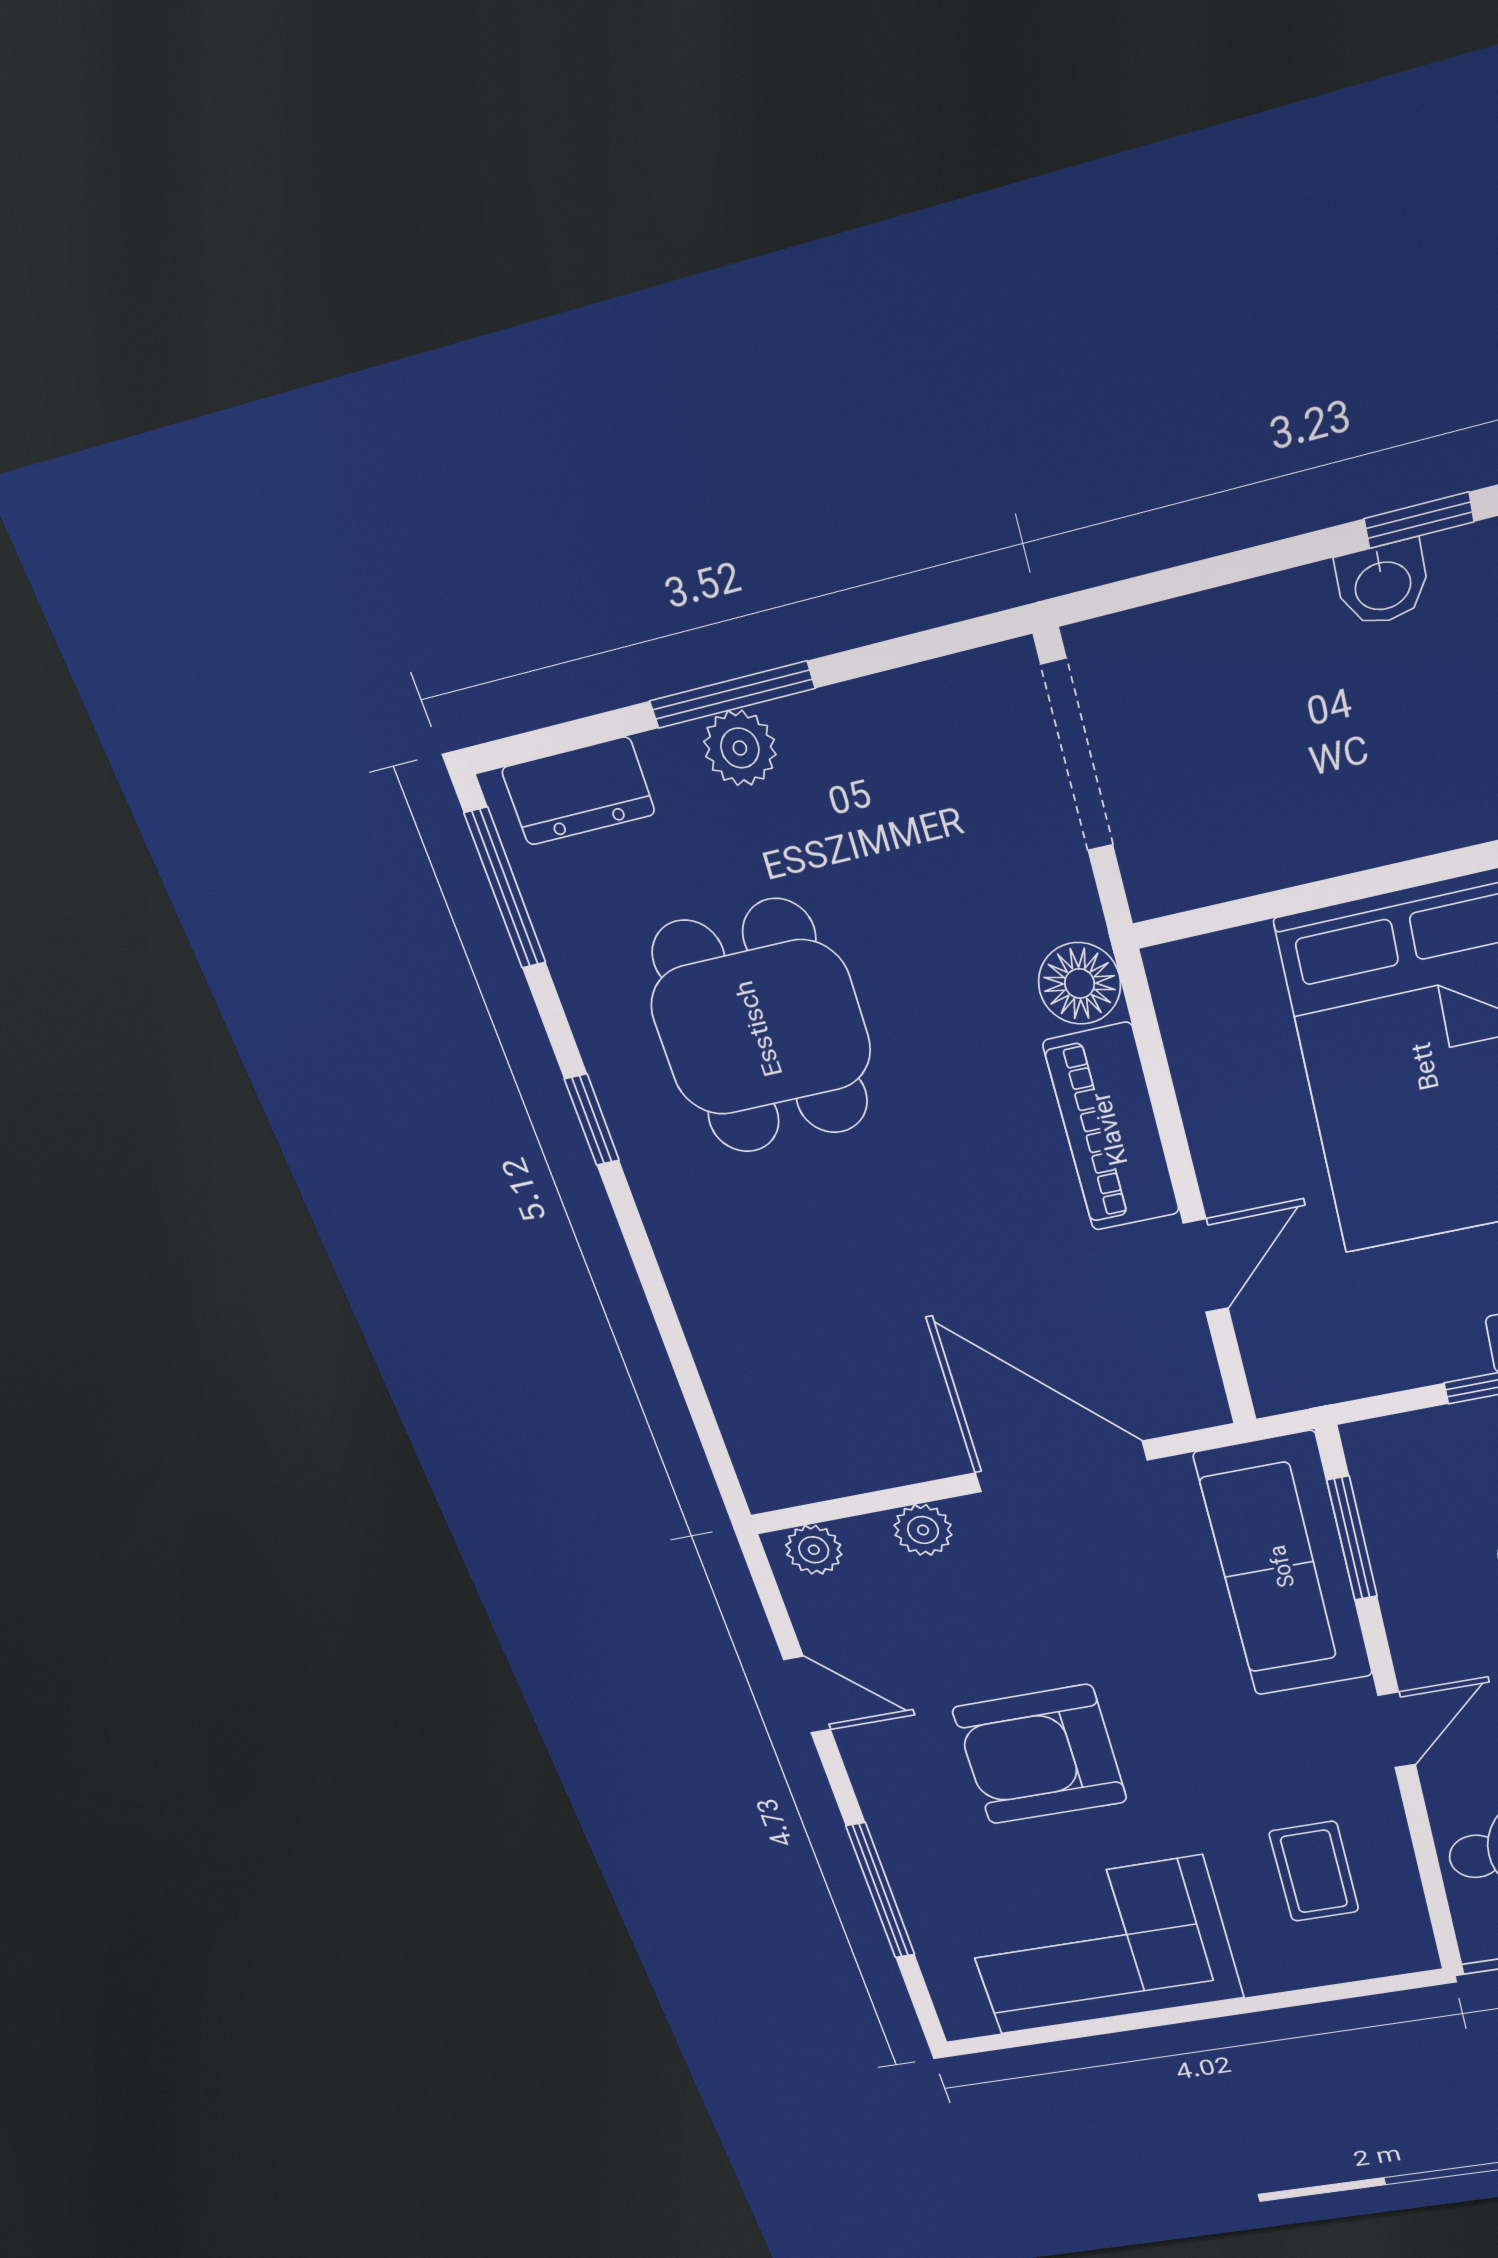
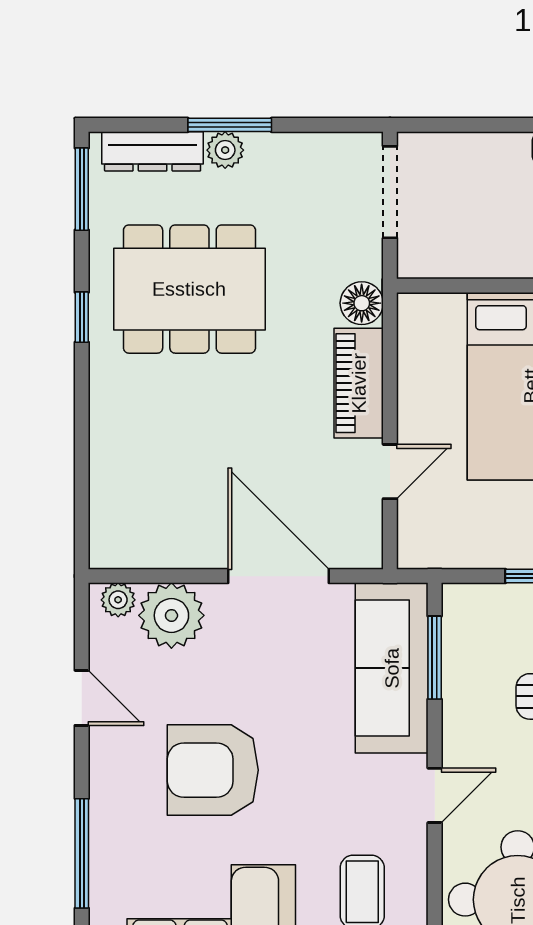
dresser: (578, 791) -> (153, 151), width x1.44
dining table: (761, 1028) -> (189, 289), width x1.38
plant: (923, 1530) -> (171, 615), width x1.88, depth x1.88

